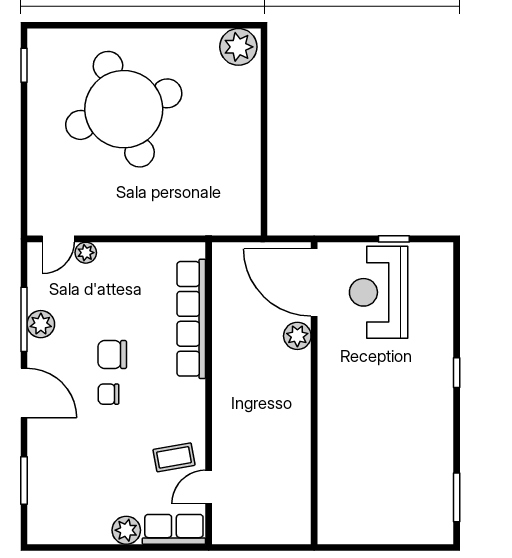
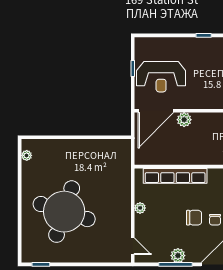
plant: (238, 47) -> (27, 155), width x0.53, depth x0.53
round table: (124, 109) -> (64, 212), turned 38
plant: (86, 253) -> (140, 208), moved
chair: (112, 354) -> (194, 218), turned -90

